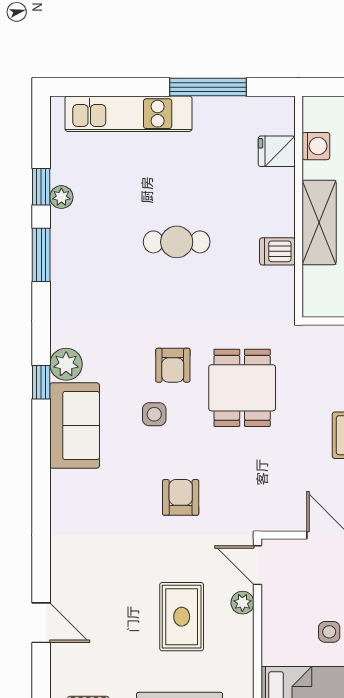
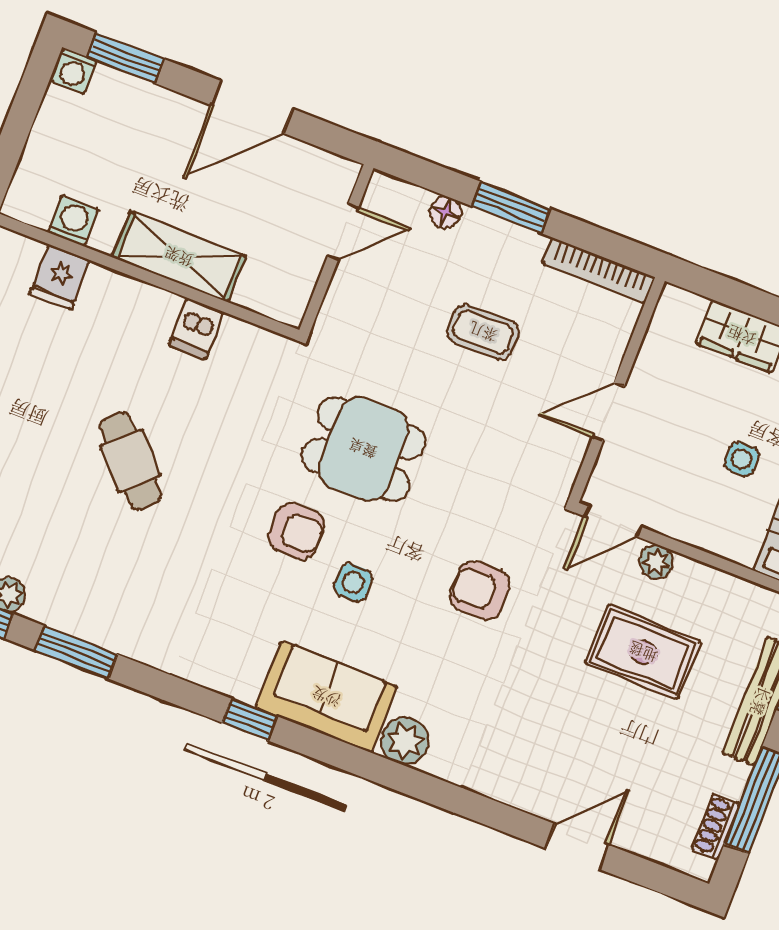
cafe table: (177, 242) -> (130, 461), turned -43
plant: (66, 364) -> (405, 741), moved

